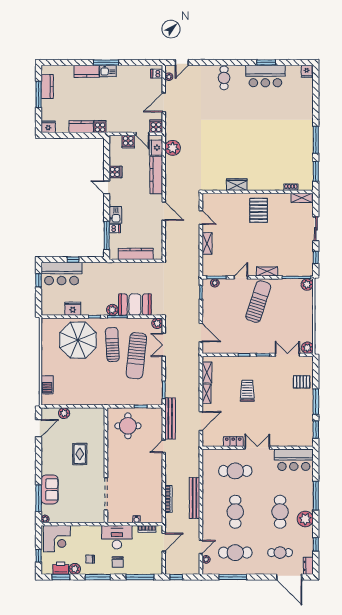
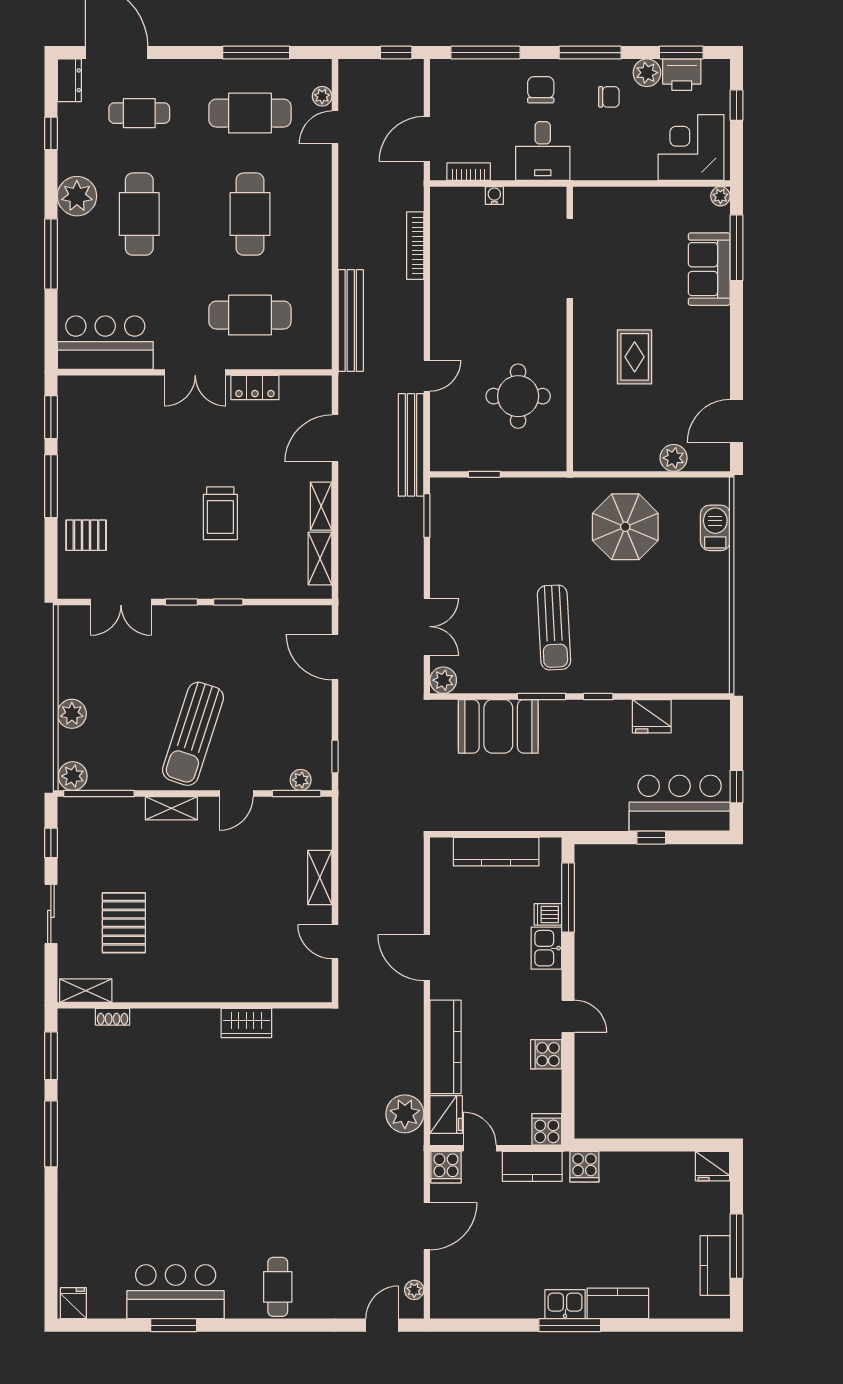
dishwasher: (157, 74) -> (444, 1298), removed
kitchen counter: (81, 127) -> (532, 1166), moved
cooker: (128, 142) -> (547, 1129), moved
pallet: (259, 210) -> (124, 923), moved
plant: (112, 310) -> (554, 713), removed
parasol: (78, 340) -> (625, 527), moved, width x0.73, depth x0.73
plant: (307, 348) -> (72, 714), moved
sun lounger: (136, 356) -> (495, 600), removed
round table: (128, 426) -> (518, 396), moved
bench: (195, 498) -> (351, 321), moved
desk: (117, 537) -> (543, 151), width x0.73

